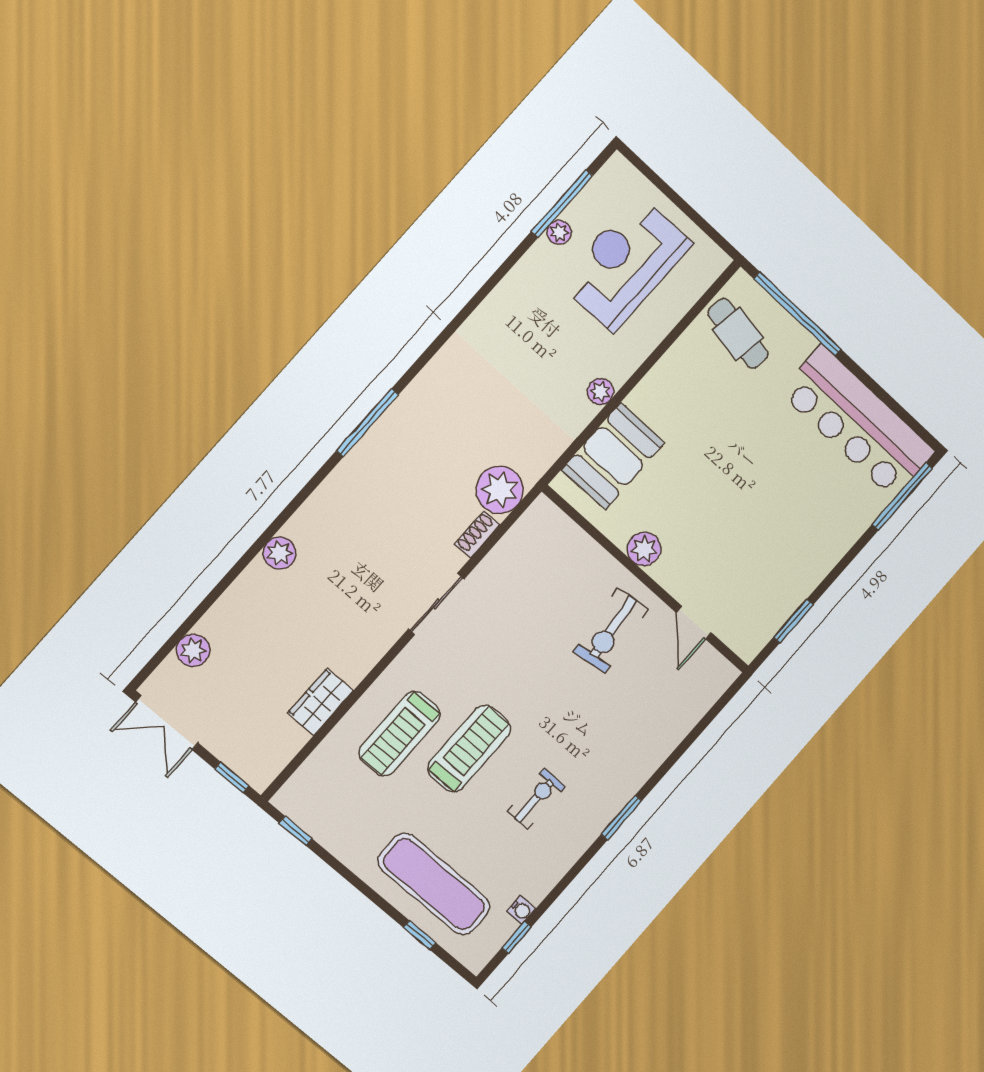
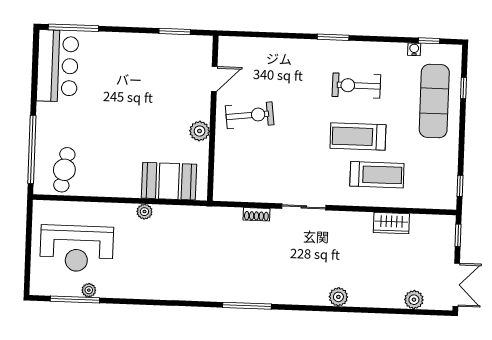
bar counter: (857, 422) -> (58, 66), width x0.73
plant: (500, 490) -> (228, 221), removed
exercise bike: (536, 799) -> (356, 86), width x1.38, depth x1.39

